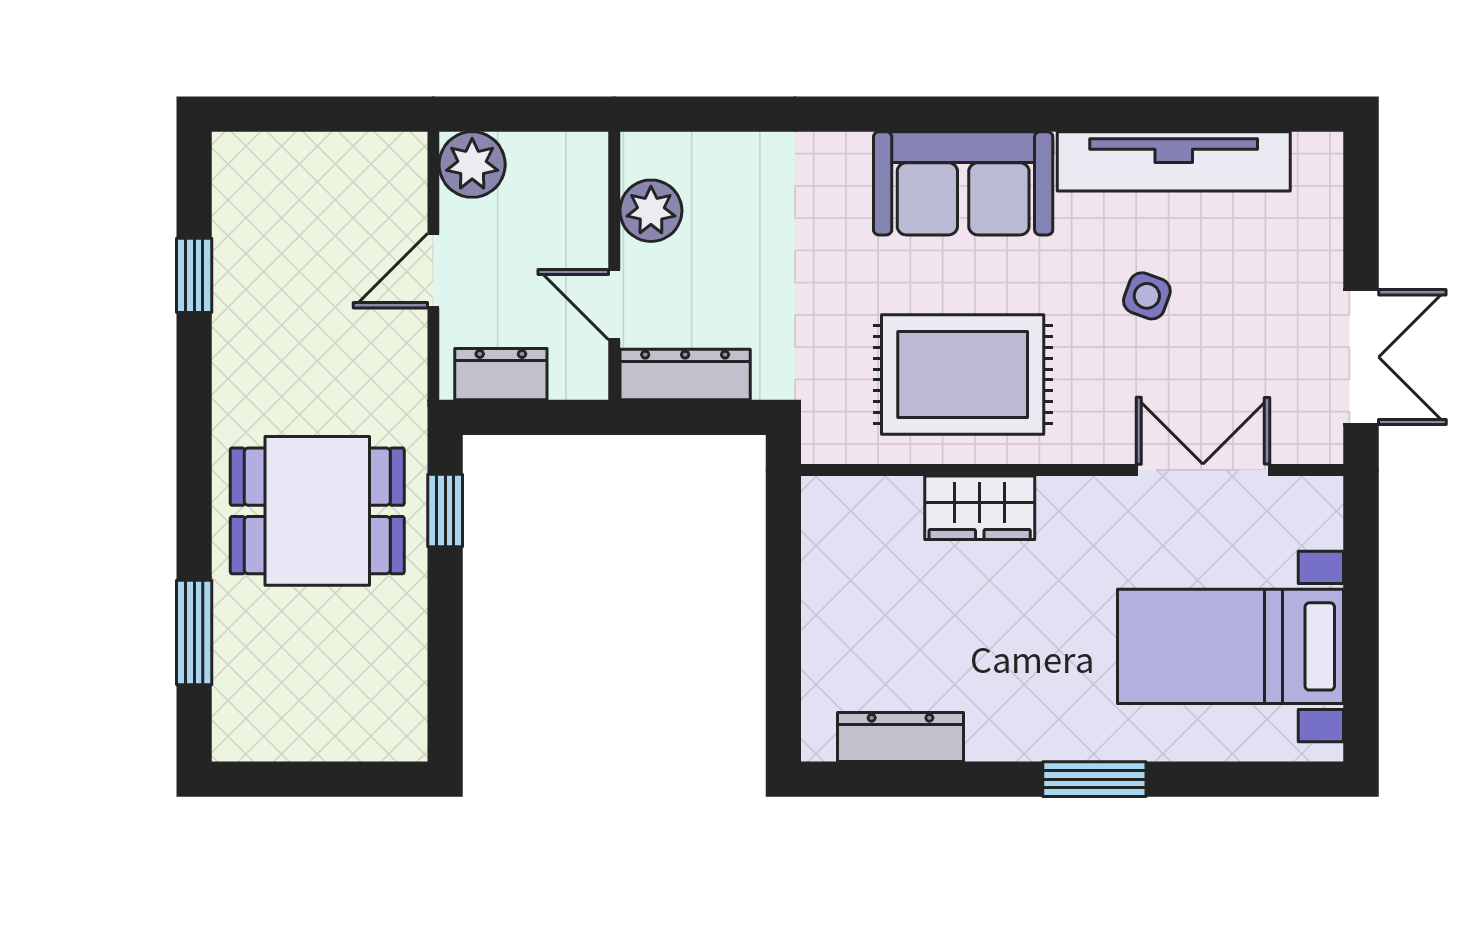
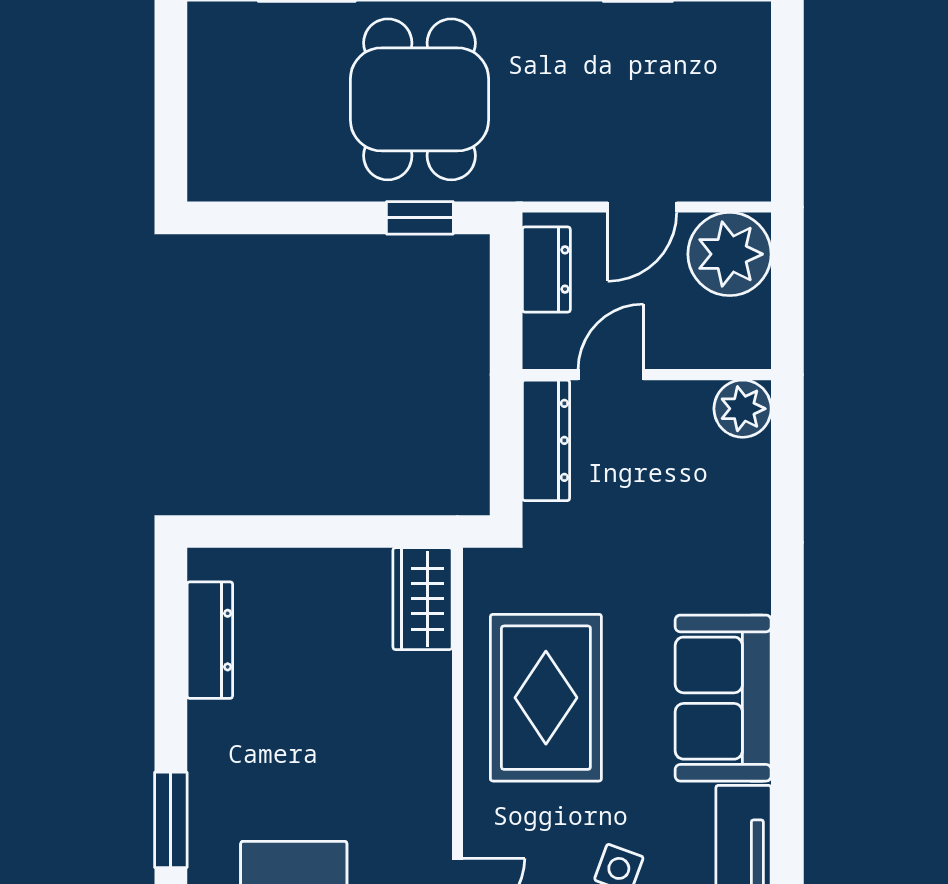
plant: (472, 164) -> (730, 254), width x1.36, depth x1.36
plant: (651, 211) -> (743, 409), moved
door: (433, 271) -> (642, 207), swing flipped
wardrobe: (980, 508) -> (423, 599), moved

